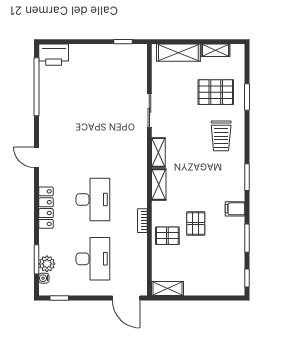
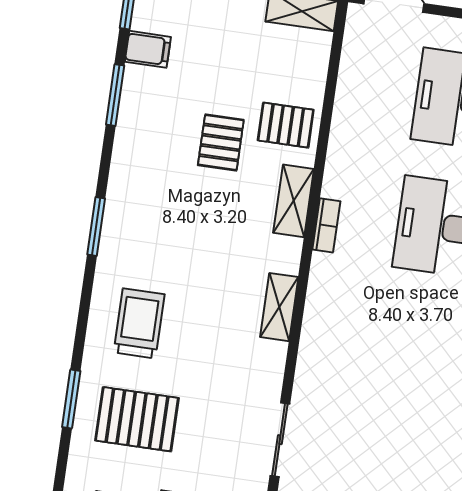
sliding door: (149, 110) -> (280, 440), moved
shelving: (159, 185) -> (294, 201), moved
filing cabinet: (235, 209) -> (148, 49), moved
bookcase: (142, 221) -> (326, 225), moved

